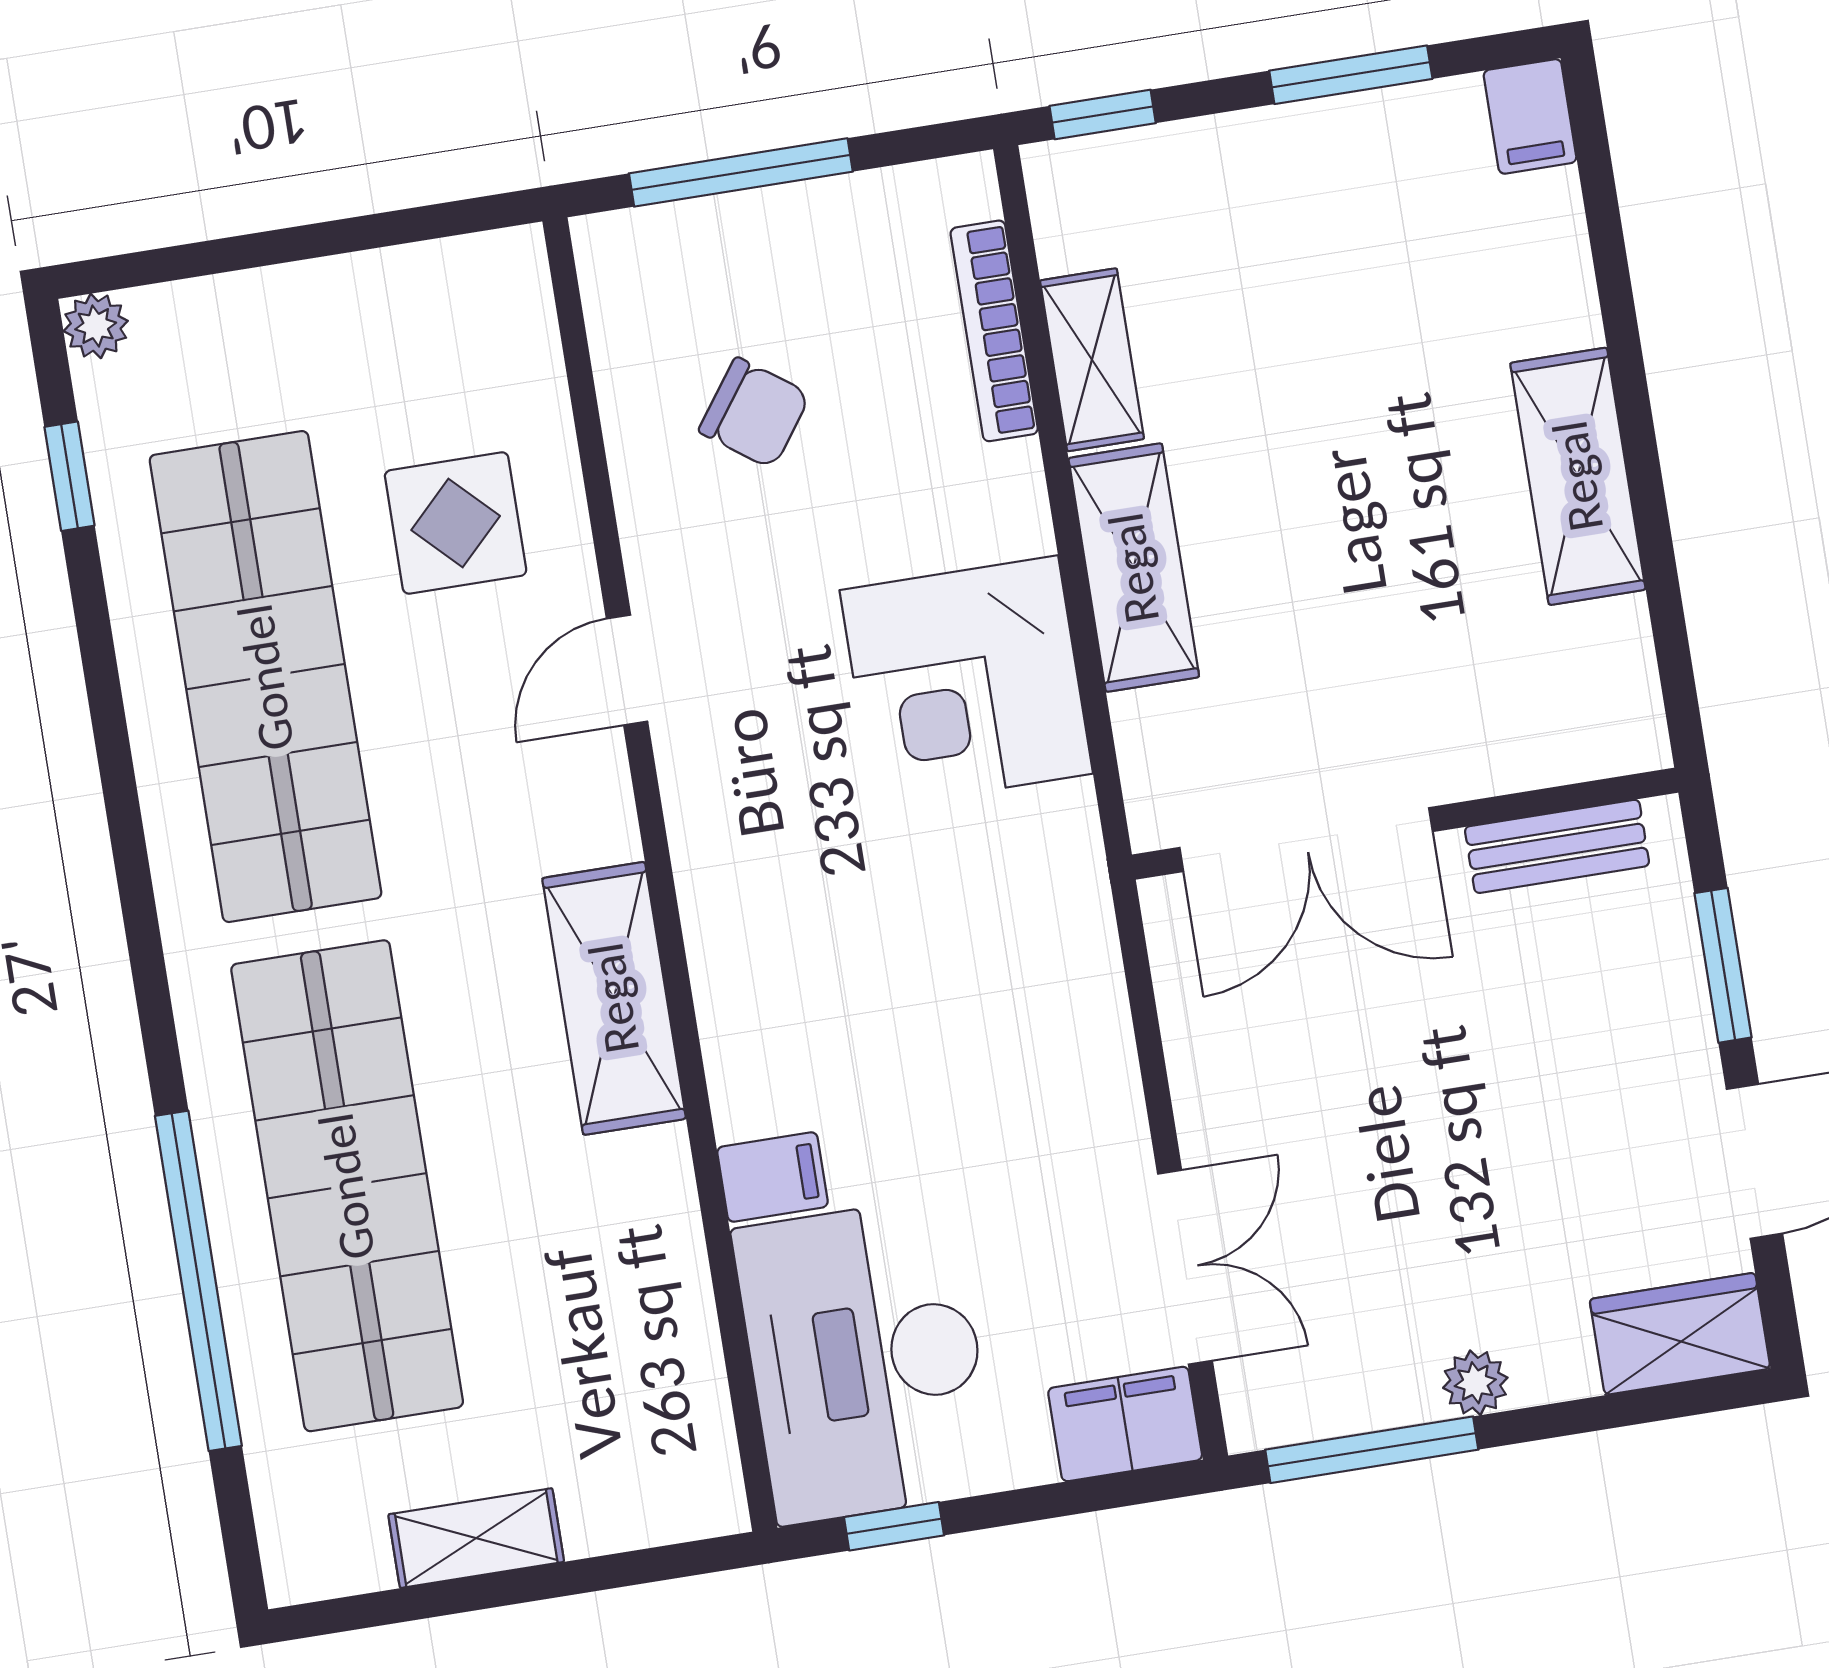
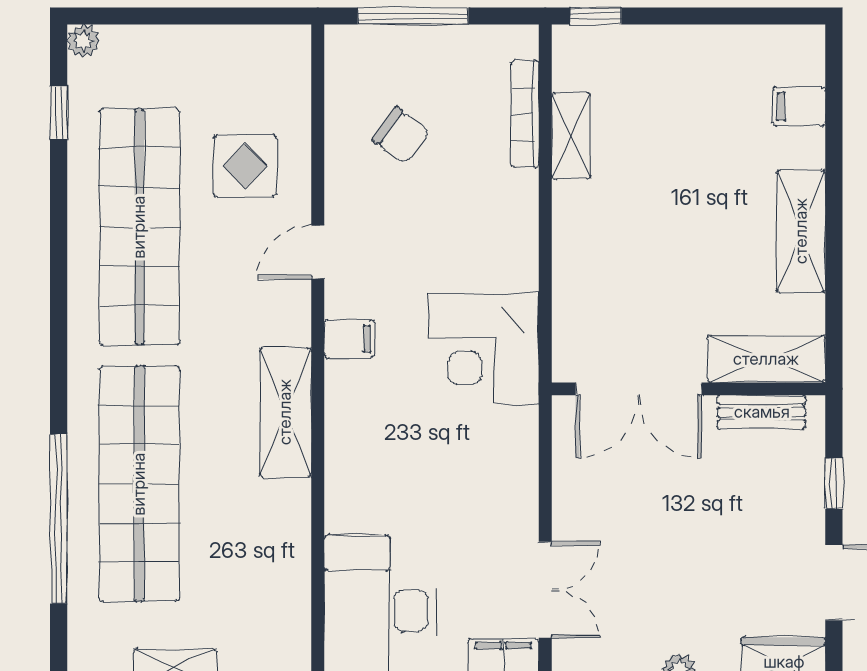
window: (1351, 75) -> (721, 16), removed
filing cabinet: (1530, 116) -> (799, 106), moved, turned 90
shelving: (1134, 568) -> (766, 359), moved, turned 90
corner desk: (966, 682) -> (484, 349), moved
window: (1723, 965) -> (834, 484), width x0.67
filing cabinet: (772, 1177) -> (349, 339), moved

